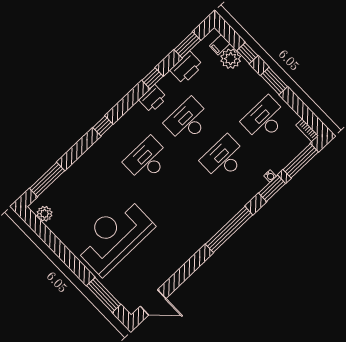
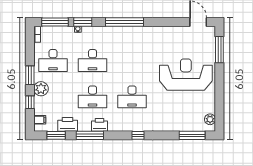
plant: (231, 59) -> (41, 89), moved
window: (153, 78) -> (90, 135), width x2.17
reception desk: (114, 236) -> (186, 75), turned 180

